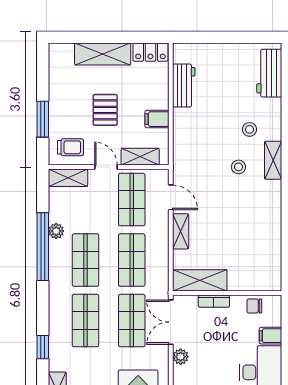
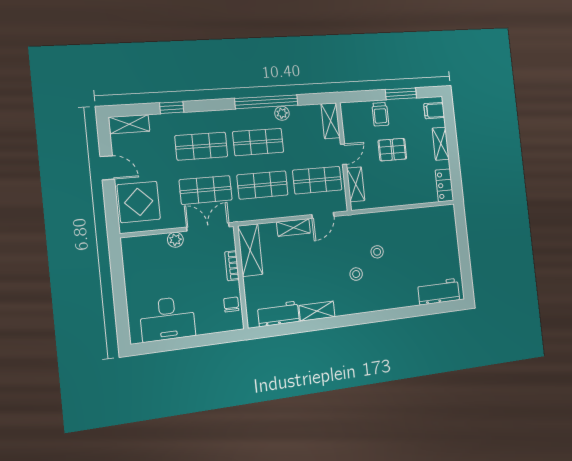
shelving: (103, 54) -> (441, 144), width x0.67, depth x0.75
workbench: (184, 86) -> (278, 314), moved, turned 180
window: (43, 119) -> (401, 94), moved
filing cabinet: (157, 119) -> (434, 111), moved, turned -90
stool: (249, 129) -> (377, 252), moved
trolley: (70, 147) -> (380, 114), moved
shelving: (273, 160) -> (317, 311), moved
filing cabinet: (271, 336) -> (204, 324), removed

